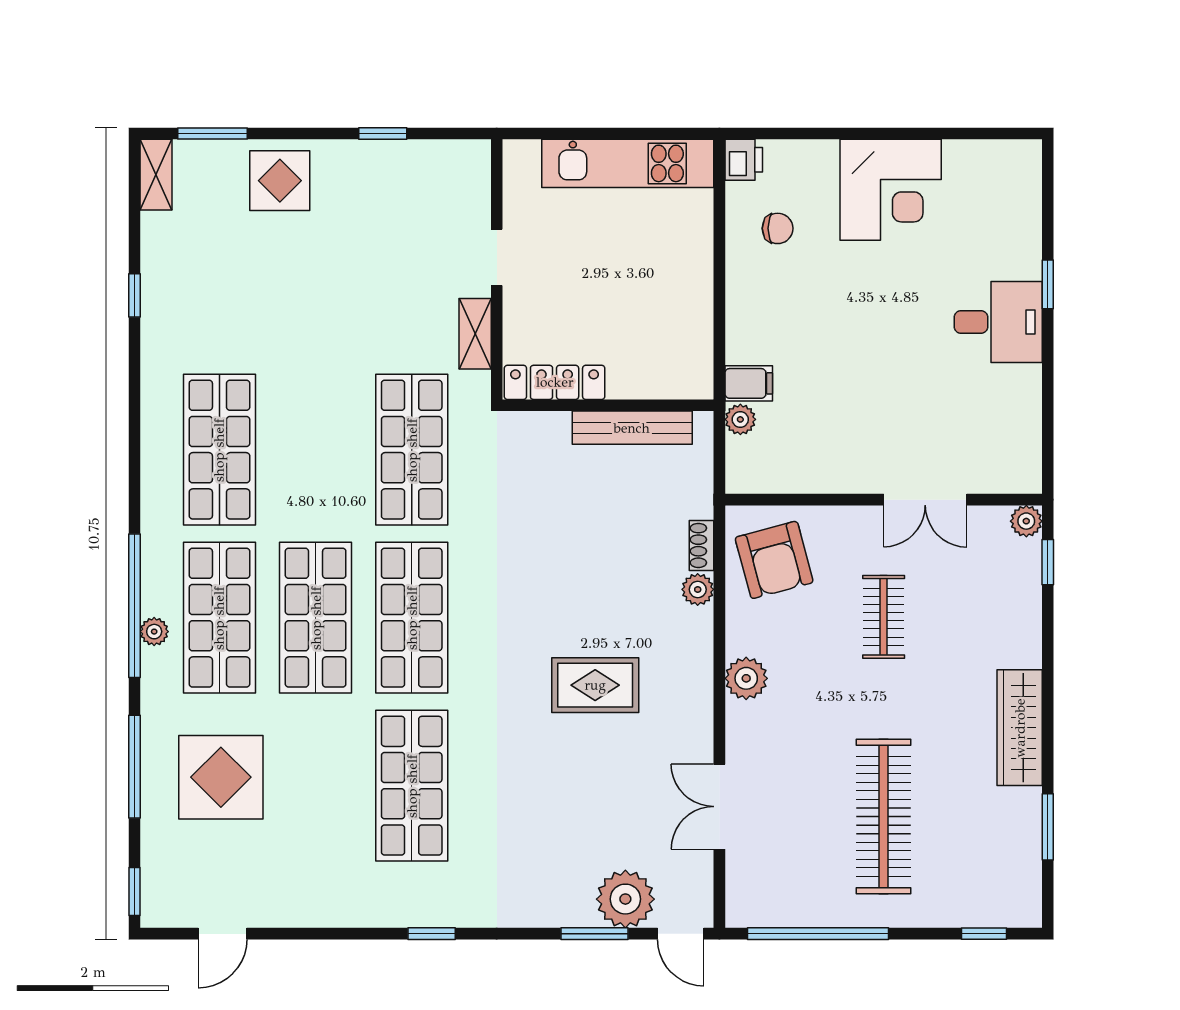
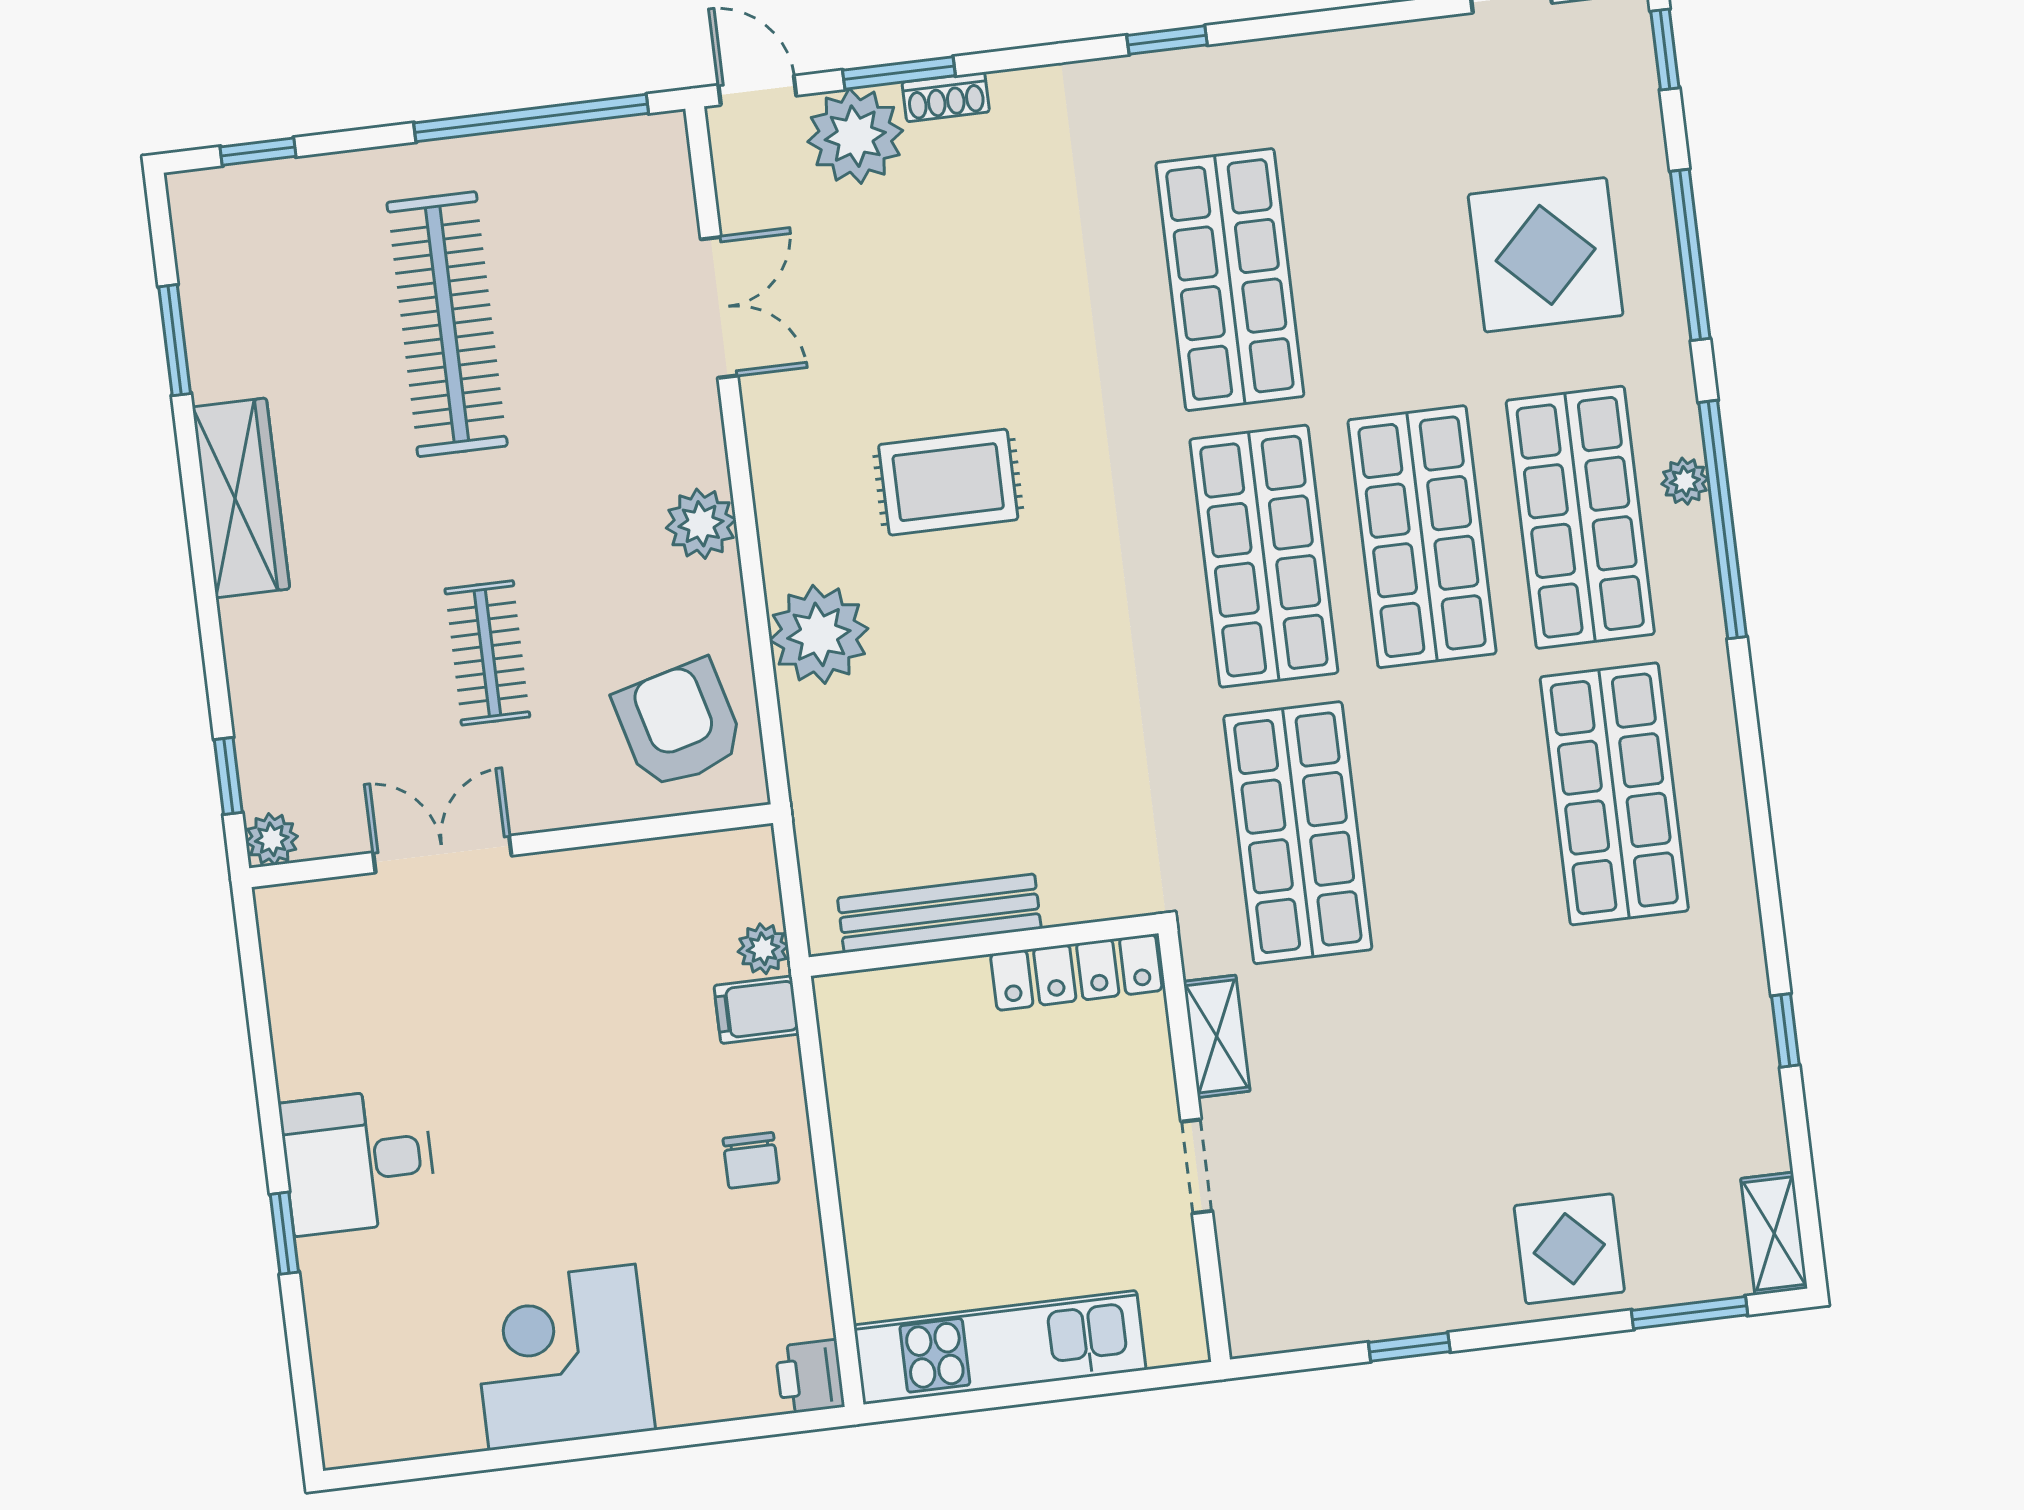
chair: (778, 228) -> (751, 1160), moved, turned -90
shoe rack: (702, 545) -> (946, 97), moved, turned 90
plant: (698, 589) -> (819, 634), width x1.87, depth x1.87

